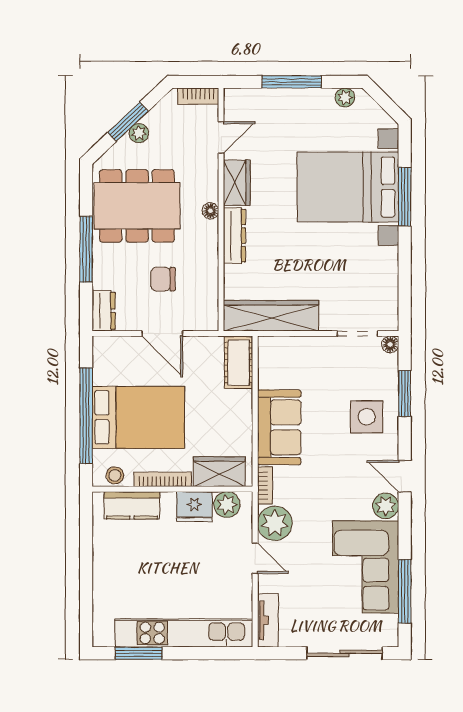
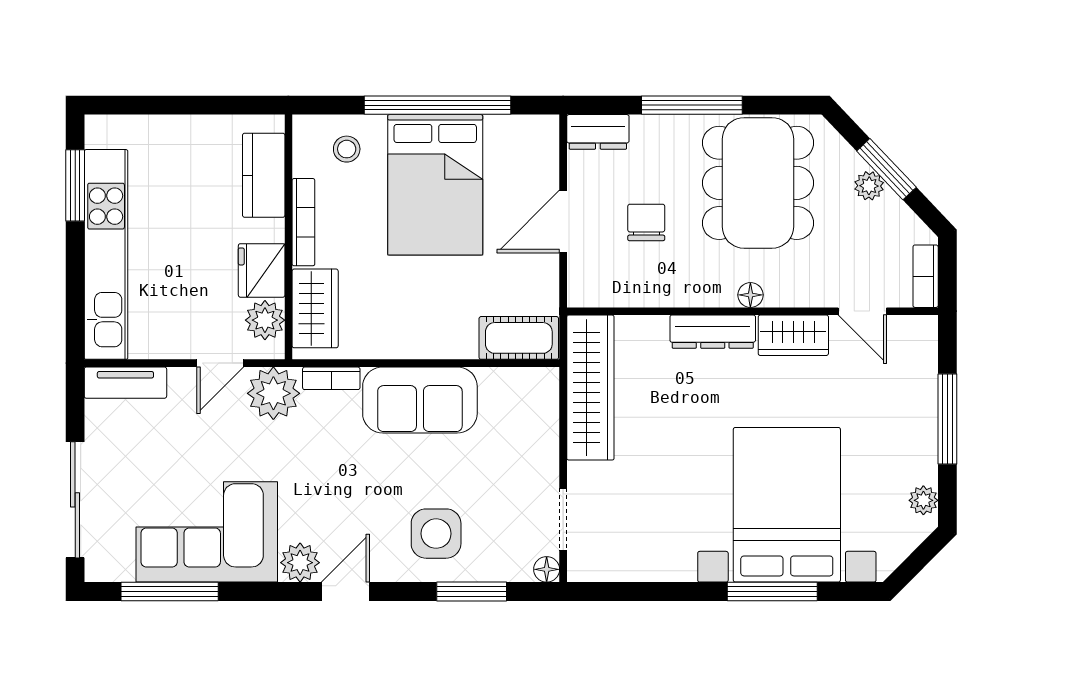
wardrobe: (219, 472) -> (315, 308), moved
bookcase: (163, 479) -> (303, 222), moved
wall: (172, 489) -> (288, 237), moved
kitchen counter: (132, 505) -> (264, 175), moved
plant: (227, 505) -> (265, 320), moved
fridge: (194, 507) -> (262, 270), moved

